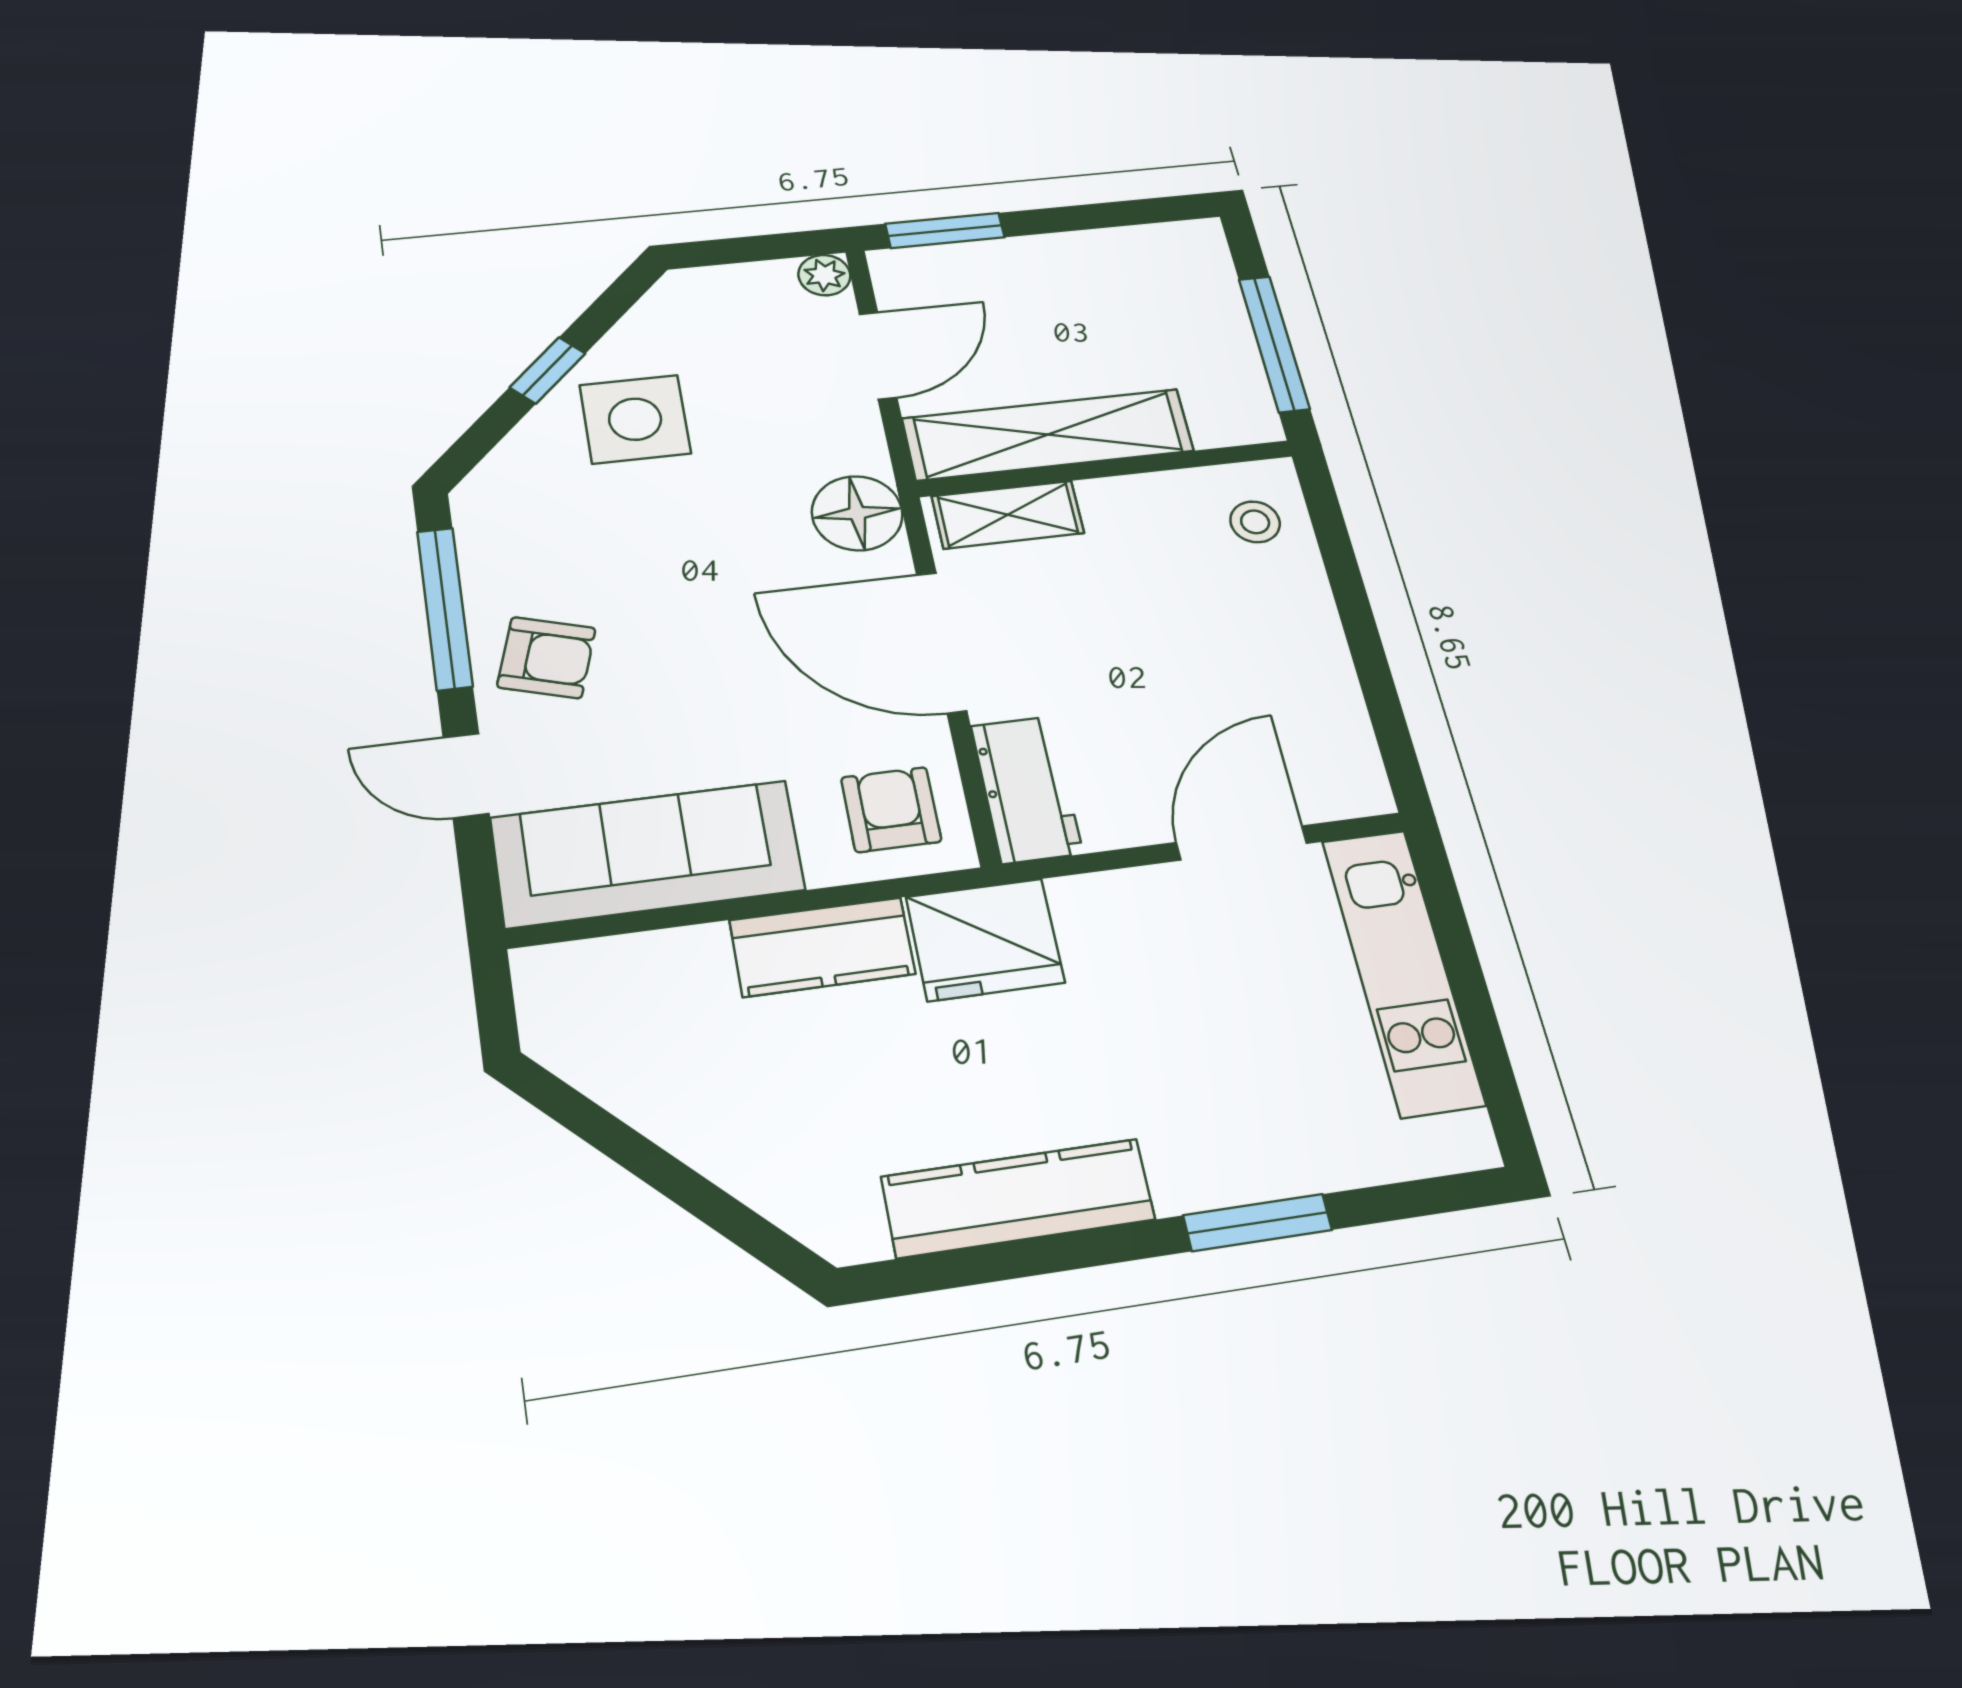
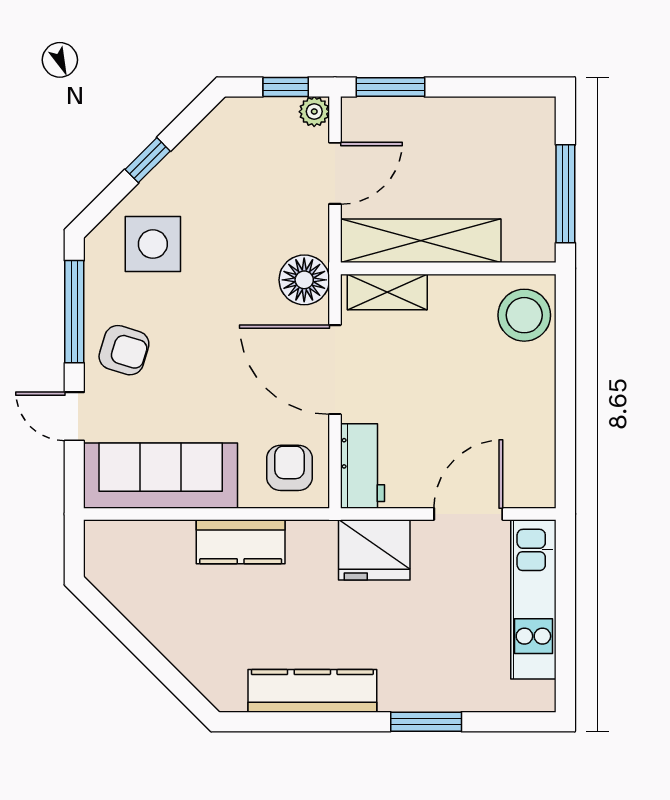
window: (769, 247) -> (286, 87), added
side table: (635, 419) -> (153, 244), moved
stool: (1255, 522) -> (524, 315), width x1.89, depth x1.89
fridge: (985, 940) -> (374, 550), moved

